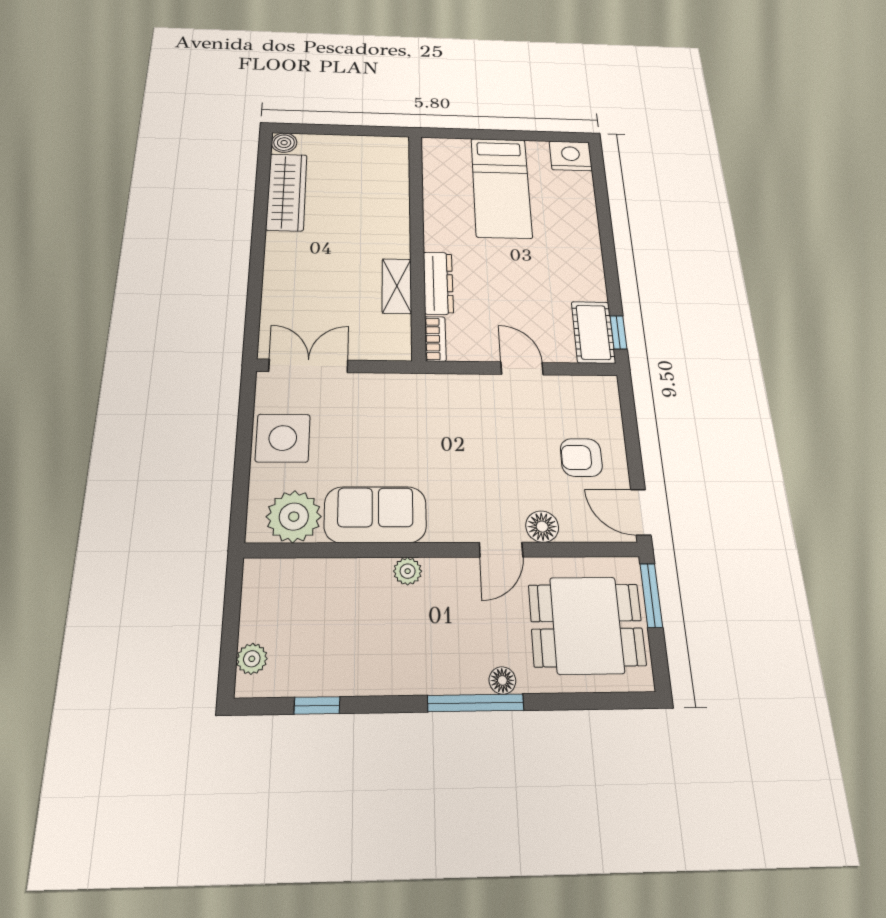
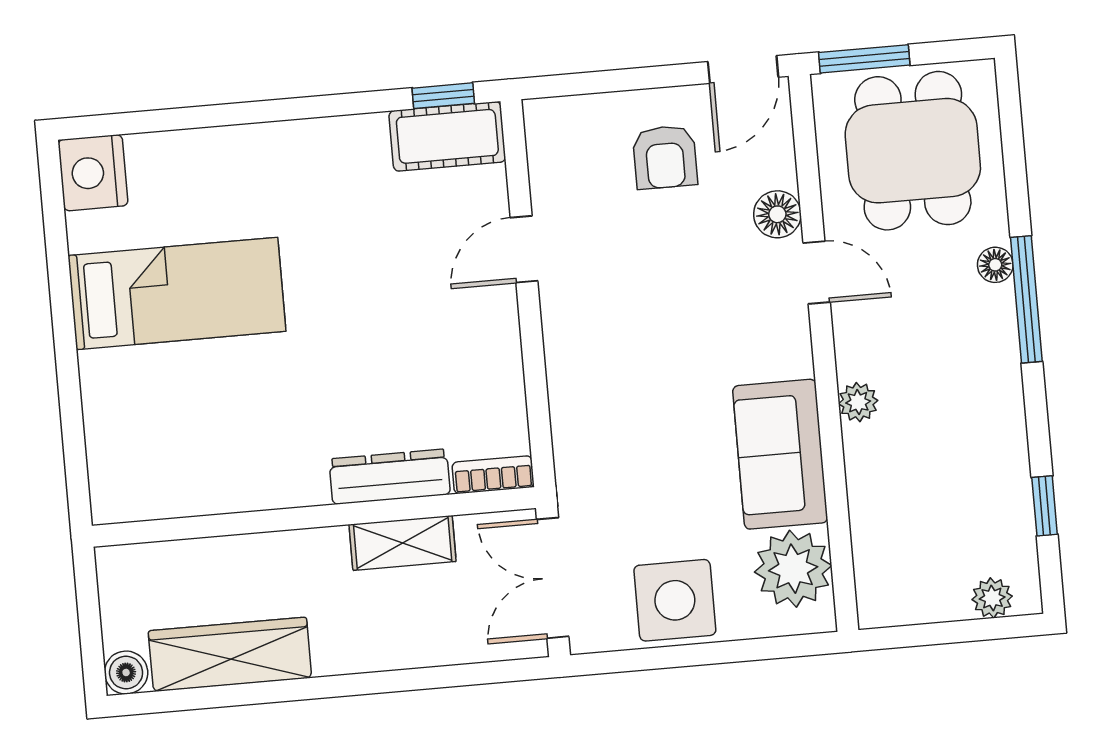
wall: (417, 242) -> (314, 517), moved
dresser: (438, 283) -> (390, 477), moved
shelving: (397, 286) -> (403, 543), moved
bookcase: (435, 339) -> (493, 475), moved

